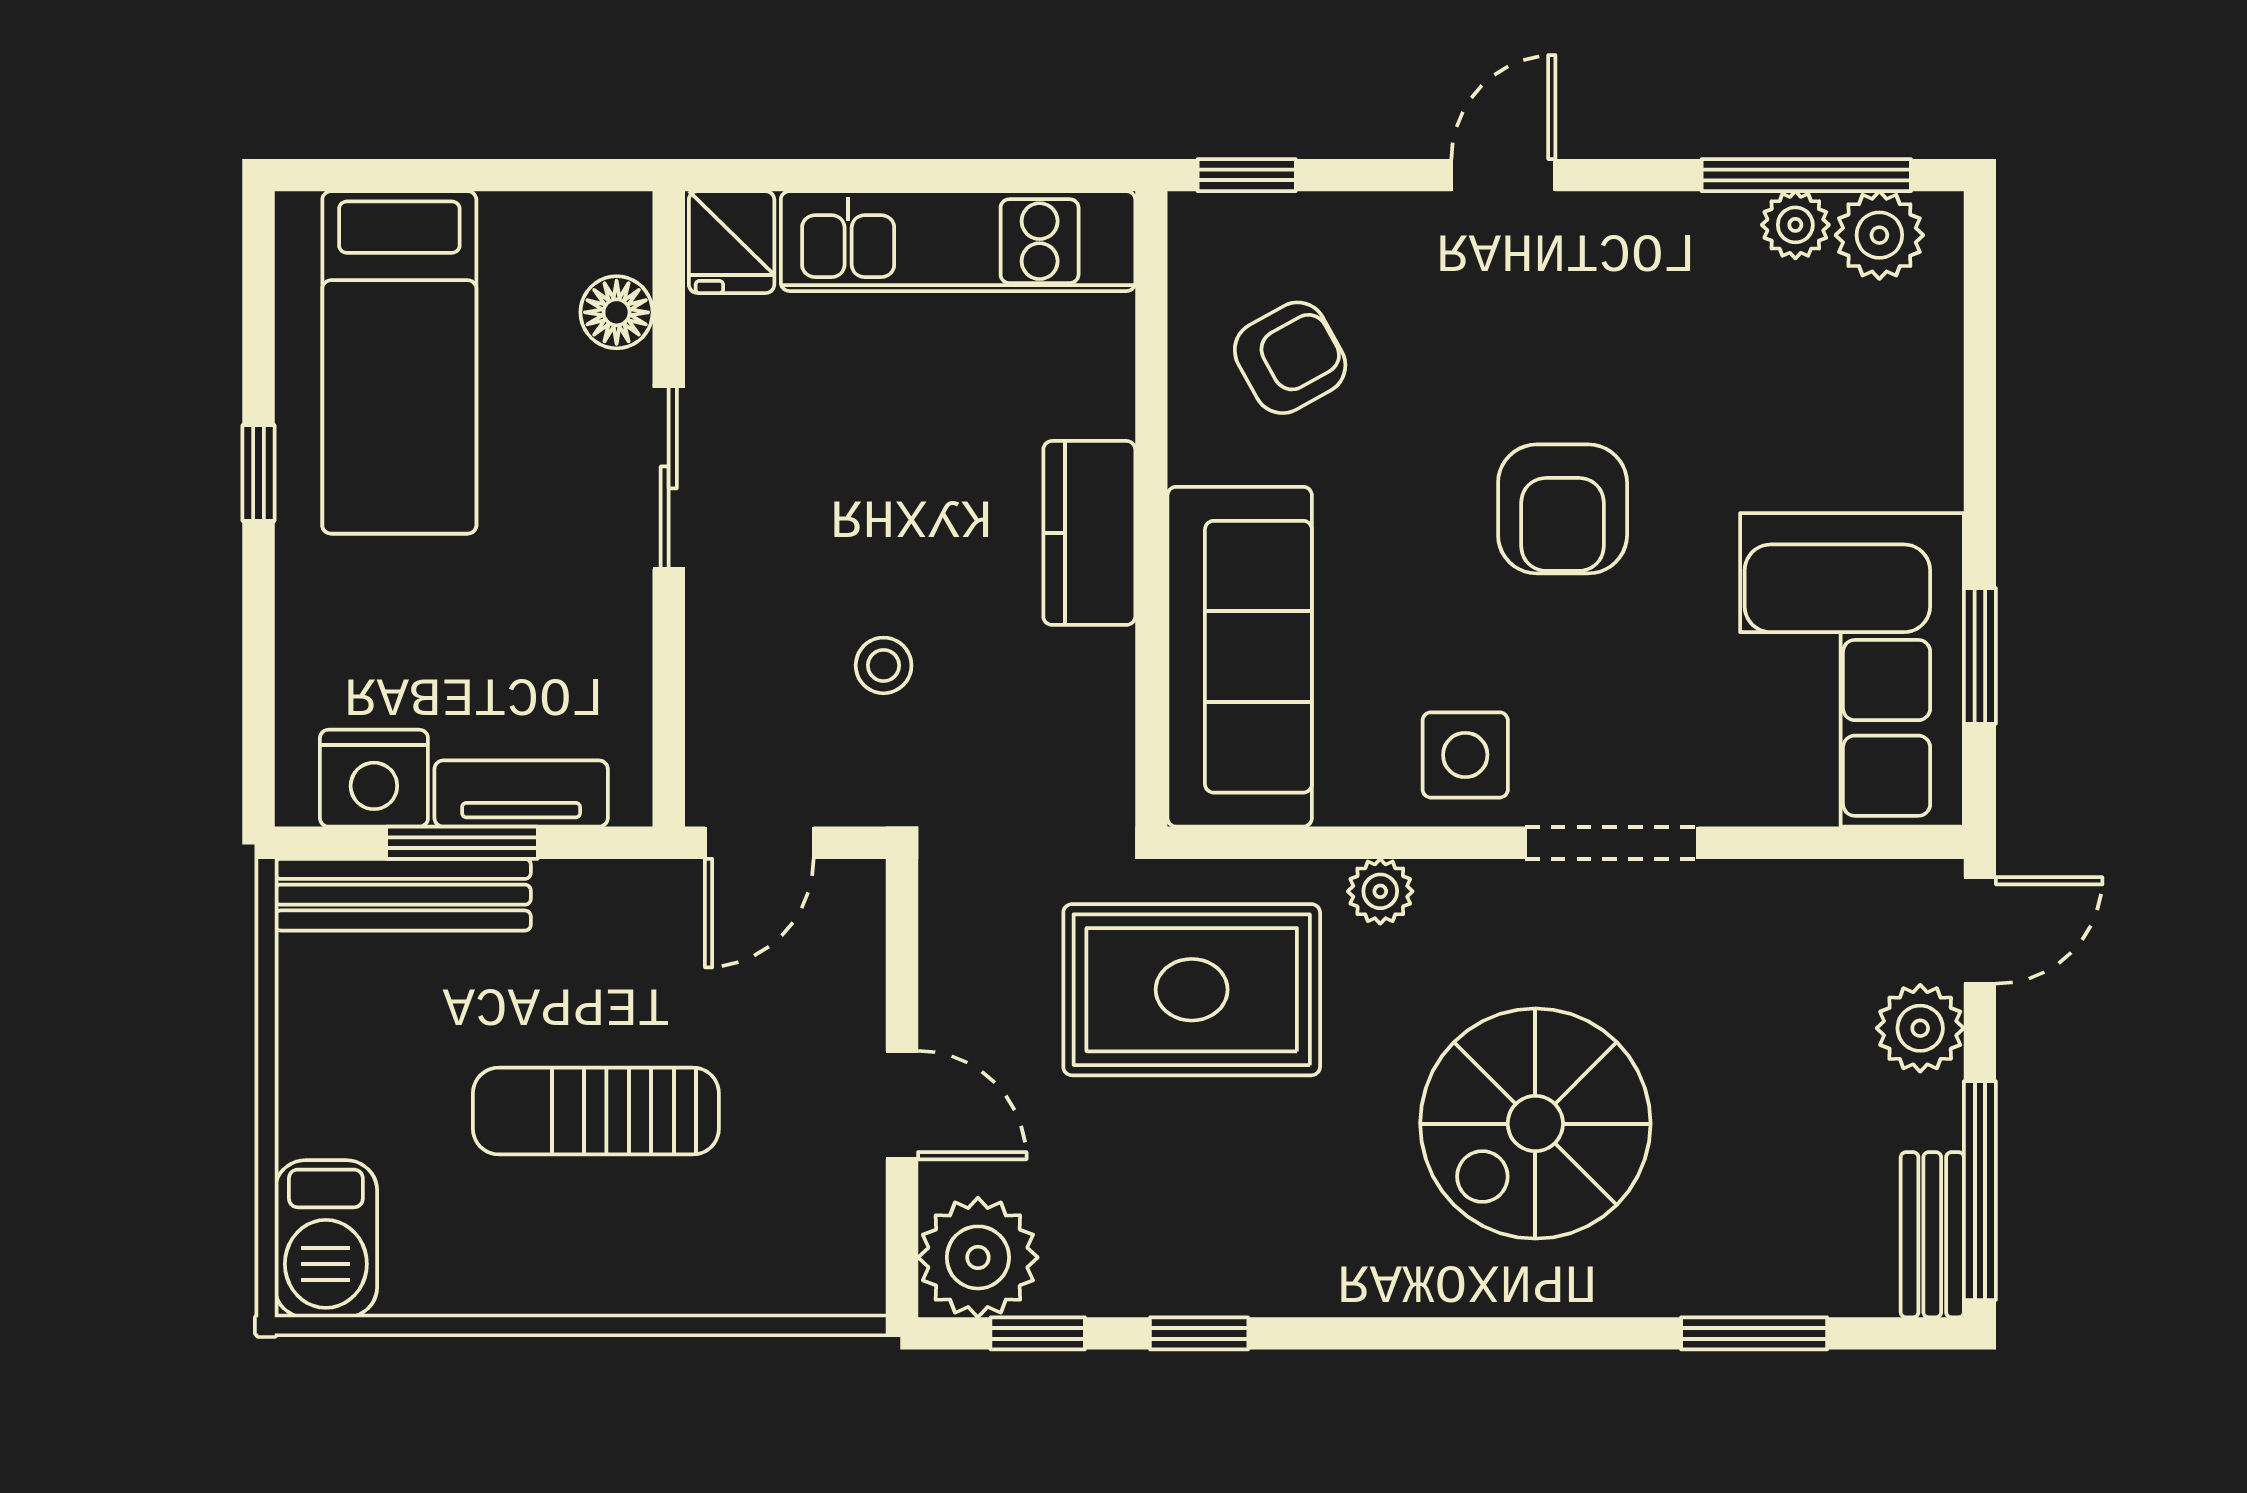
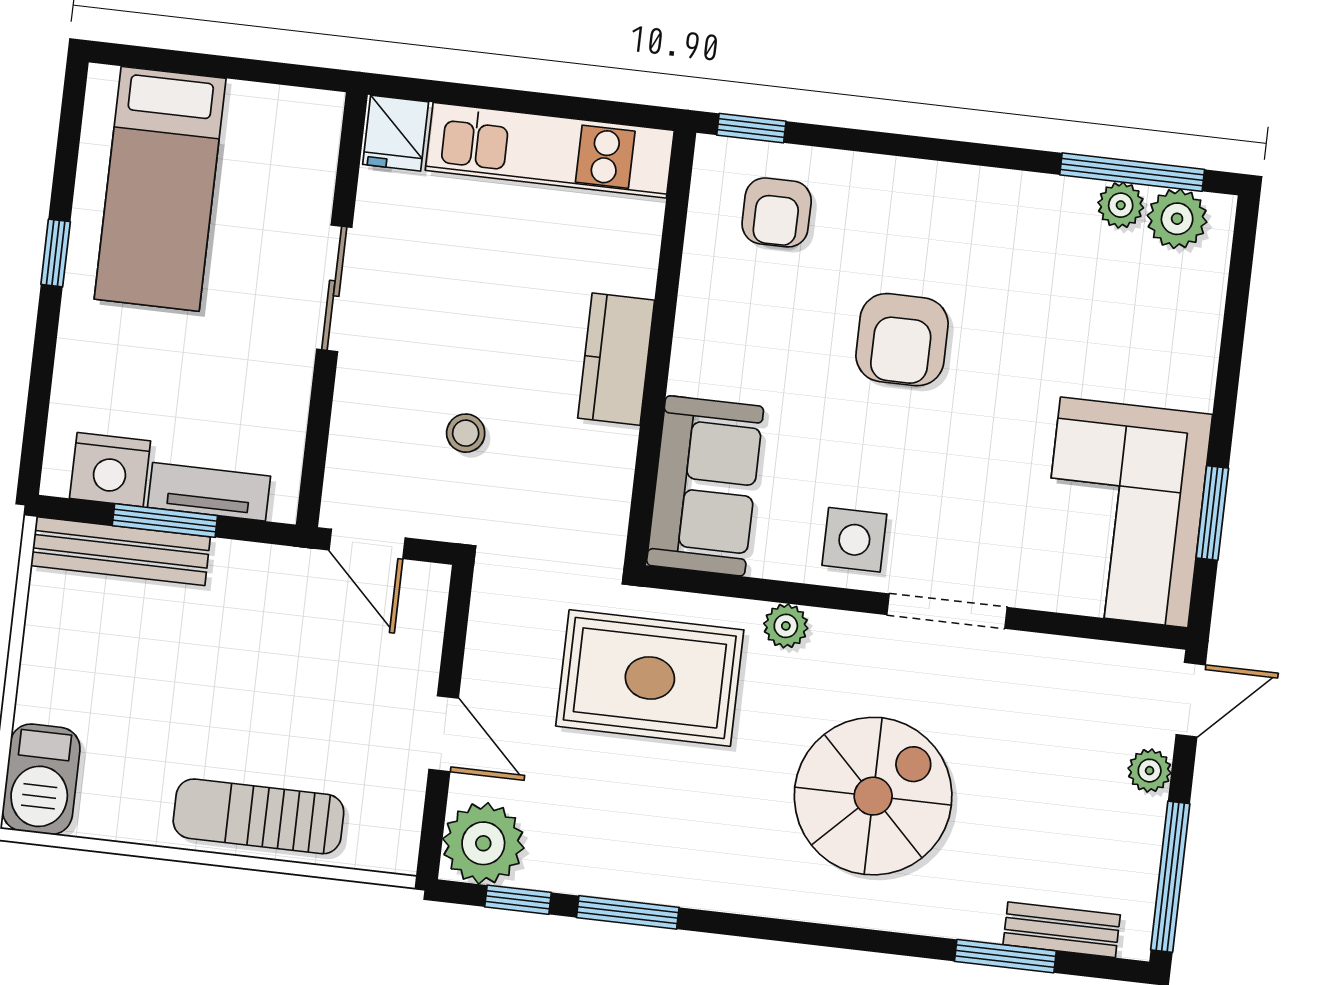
door: (1503, 175) -> (926, 148), removed
floor lamp: (617, 312) -> (312, 172), removed
armchair: (1290, 358) -> (777, 212), moved, turned 119
armchair: (1563, 509) -> (902, 340), moved
sofa: (1240, 657) -> (705, 486), width x0.73
door: (759, 843) -> (367, 544), hinge flipped
plant: (1920, 1028) -> (1150, 771), width x0.73, depth x0.73
sun lounger: (596, 1111) -> (258, 816), moved
spiral stairs: (1535, 1124) -> (873, 796), turned 180
bench: (1932, 1235) -> (1062, 930), moved, turned 90
window: (1199, 1333) -> (628, 912), width x1.50

